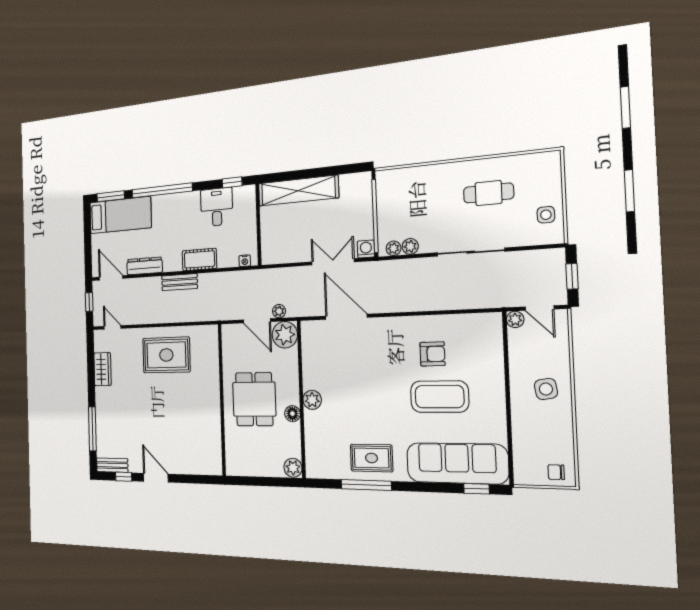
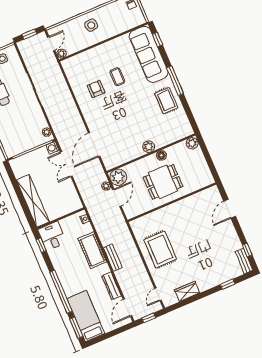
desk: (217, 207) -> (52, 236), moved, turned 90
plant: (410, 246) -> (43, 123), removed
cot: (199, 260) -> (92, 250), width x1.37, depth x1.34
coffee table: (439, 397) -> (117, 77), width x0.54, depth x0.58
window: (92, 429) -> (228, 284), width x0.46
door: (156, 478) -> (230, 209), moved
window: (366, 485) -> (175, 81), moved

